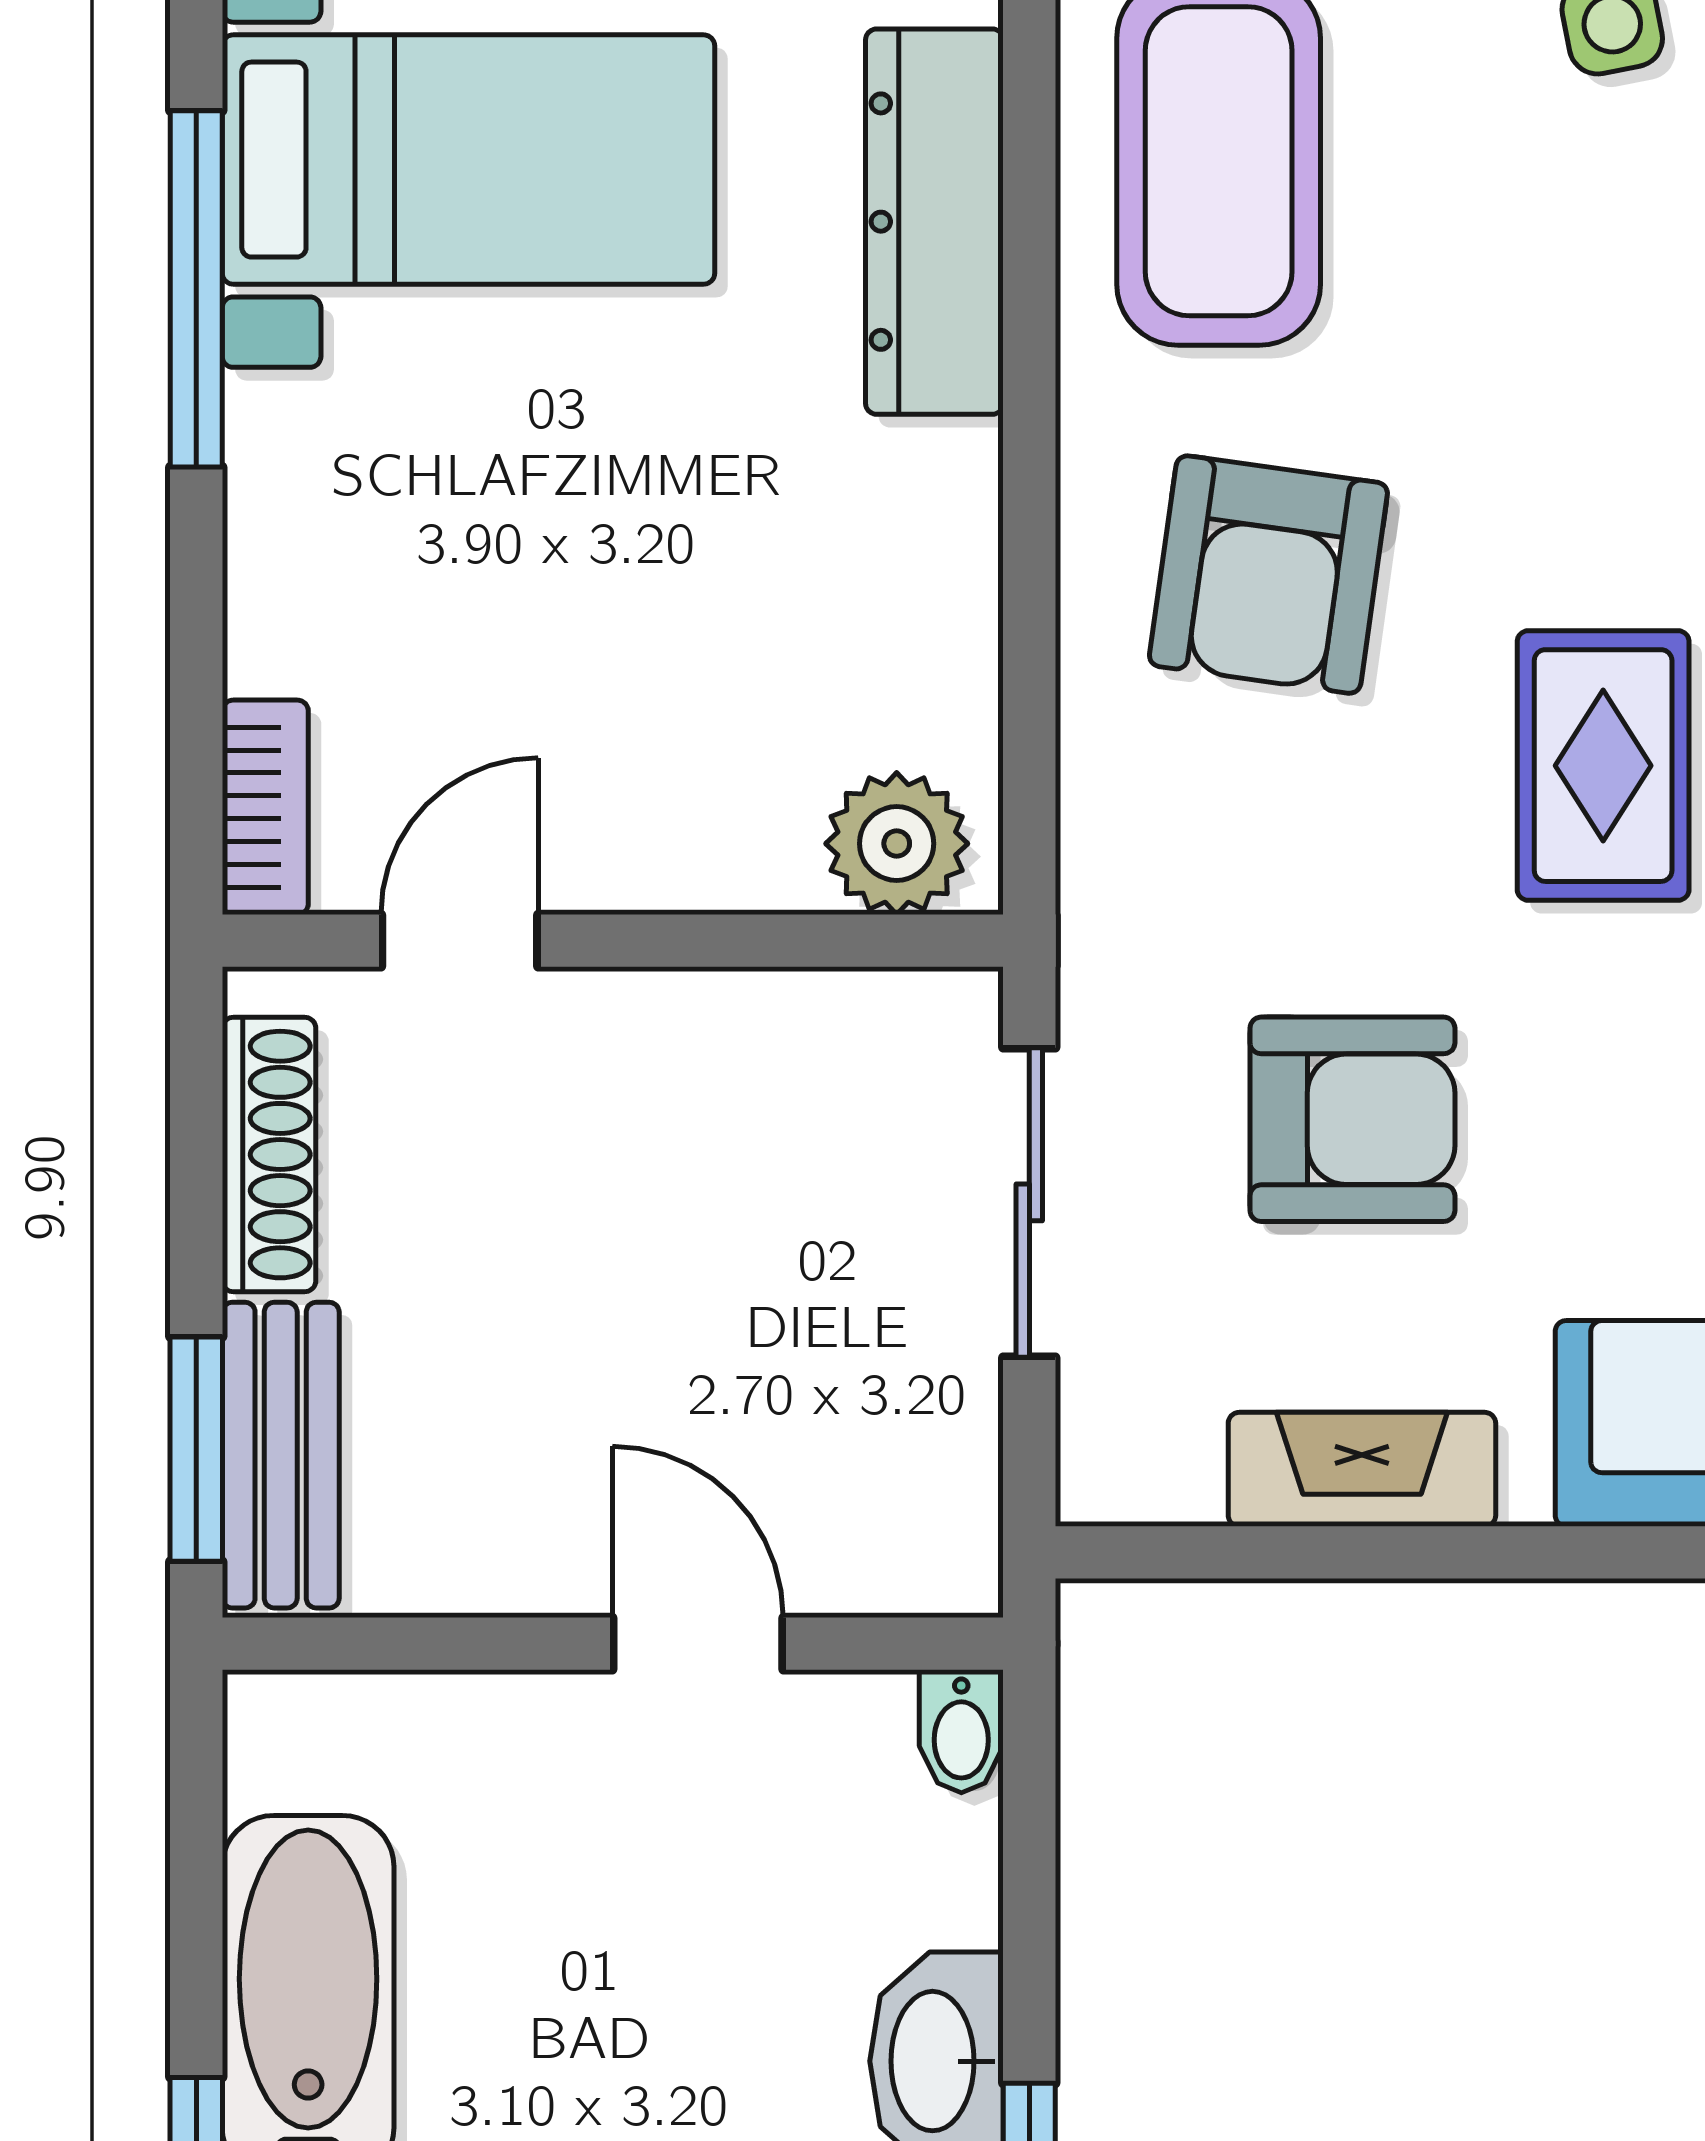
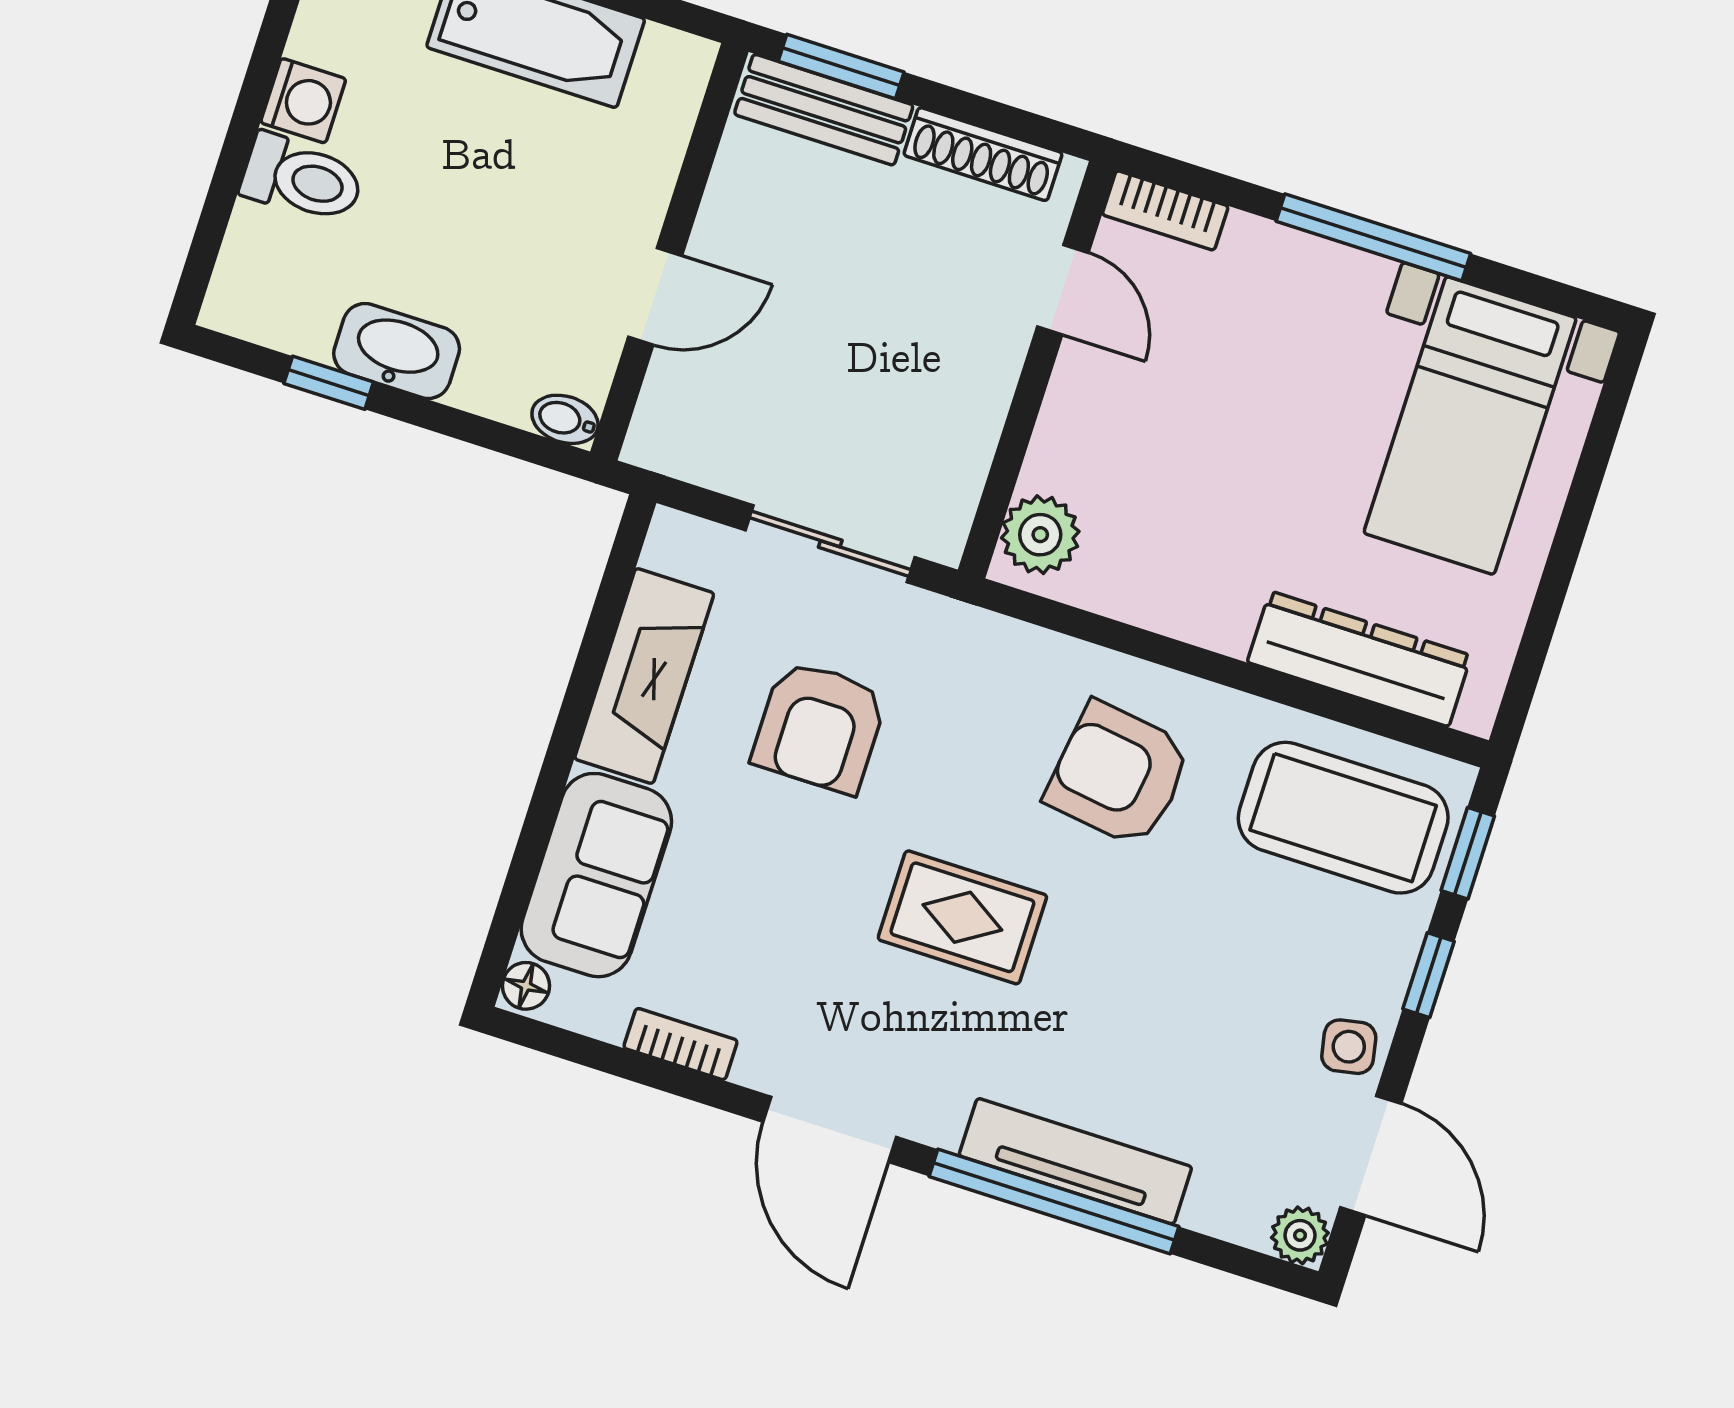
window: (196, 289) -> (1373, 237), moved
fireplace: (1362, 1469) -> (644, 676), width x1.37, depth x1.32

